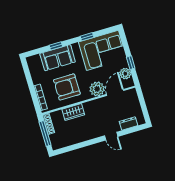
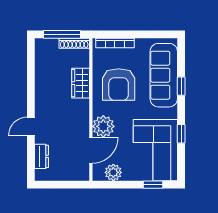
sofa: (58, 58) -> (164, 75), width x1.36
window: (131, 63) -> (153, 185), moved
armchair: (67, 87) -> (119, 85), turned 180
door: (115, 92) -> (91, 150), hinge flipped

